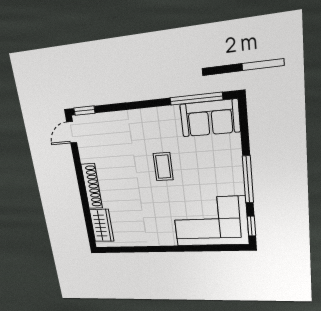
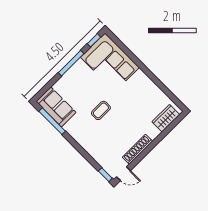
shoe rack: (92, 186) -> (137, 149), moved

